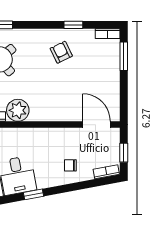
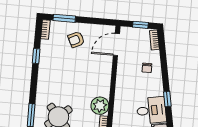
armchair: (61, 52) -> (76, 40), moved

